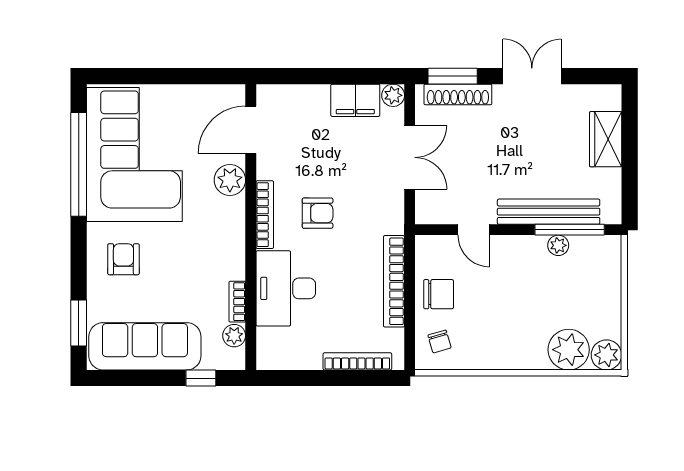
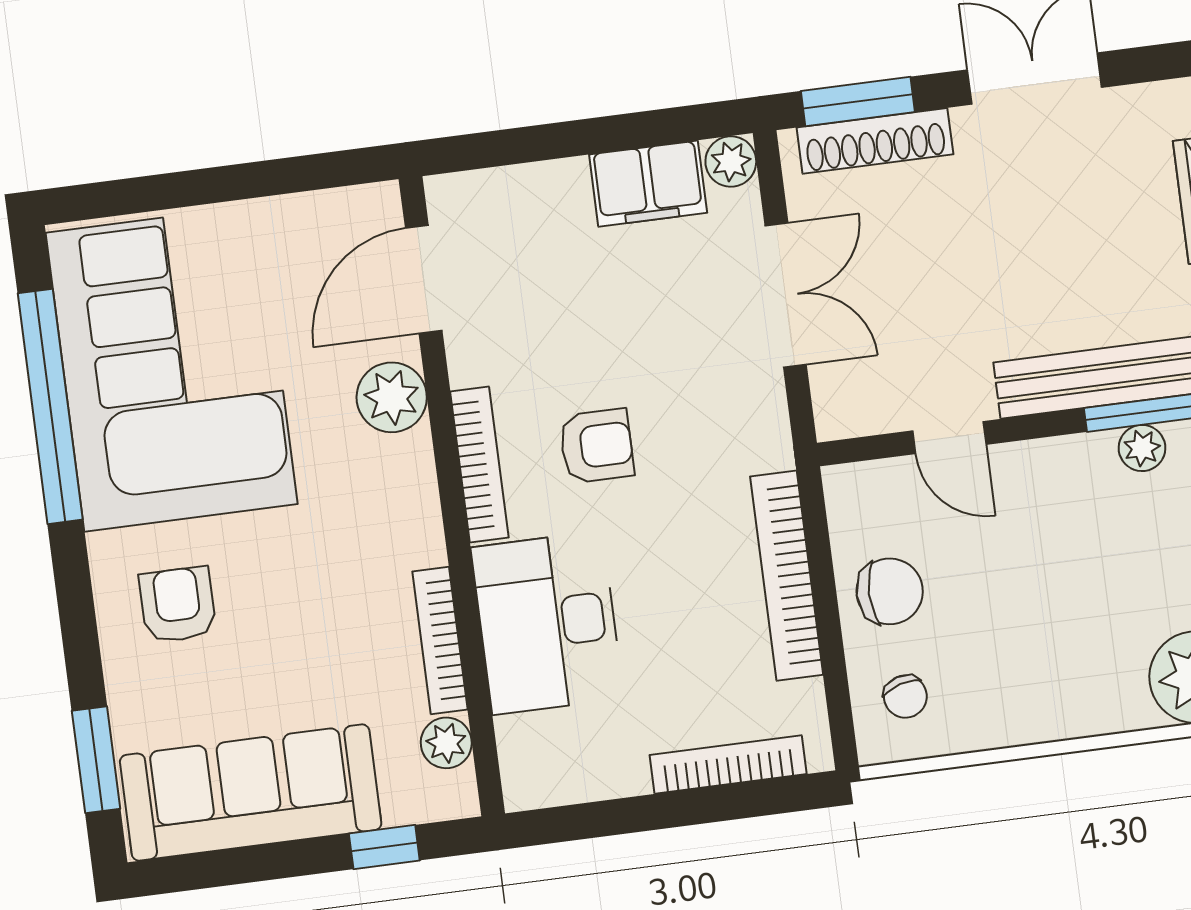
bookcase: (237, 302) -> (440, 641), width x1.56

